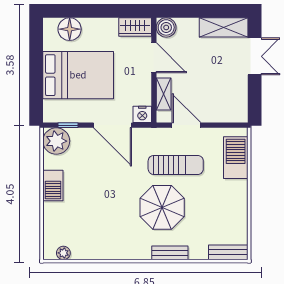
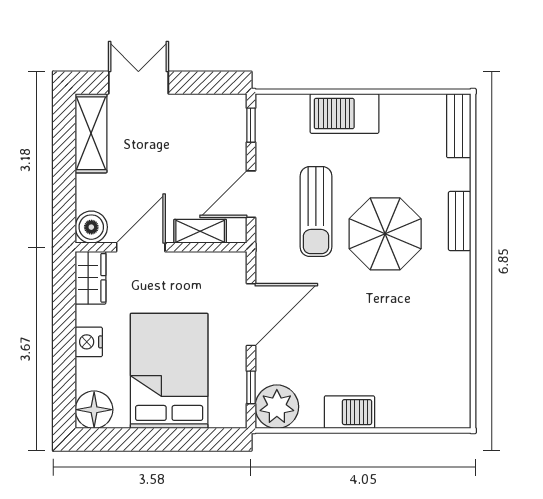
floor lamp: (70, 29) -> (94, 410), moved
nightstand: (142, 114) -> (89, 342), moved, turned 180
window: (229, 125) -> (251, 125), added
barbecue: (236, 158) -> (345, 114), moved
sun lounger: (176, 165) -> (316, 212), turned 180
plant: (63, 253) -> (460, 395), removed

